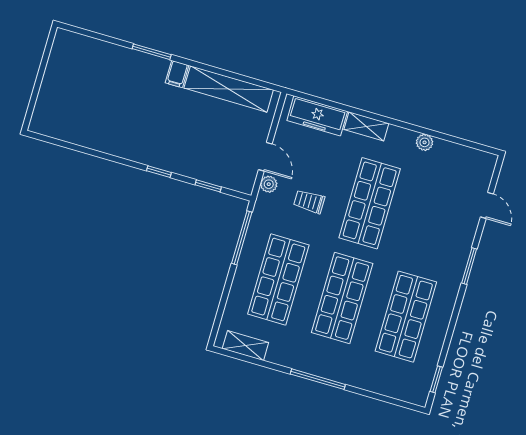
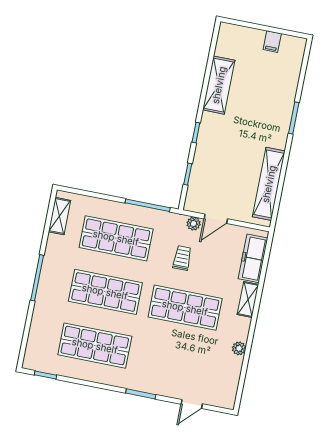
filing cabinet: (177, 74) -> (272, 42), moved, turned -90
shelving: (104, 139) -> (219, 85), added

